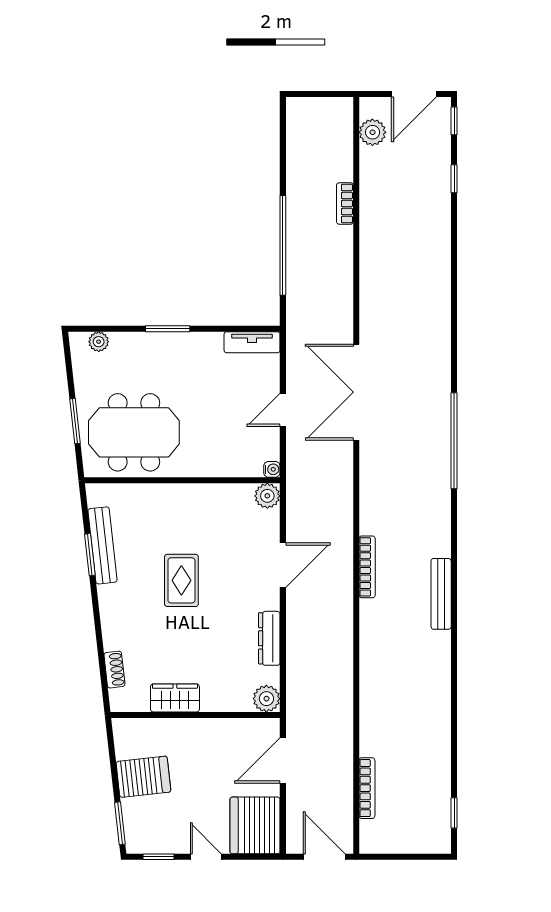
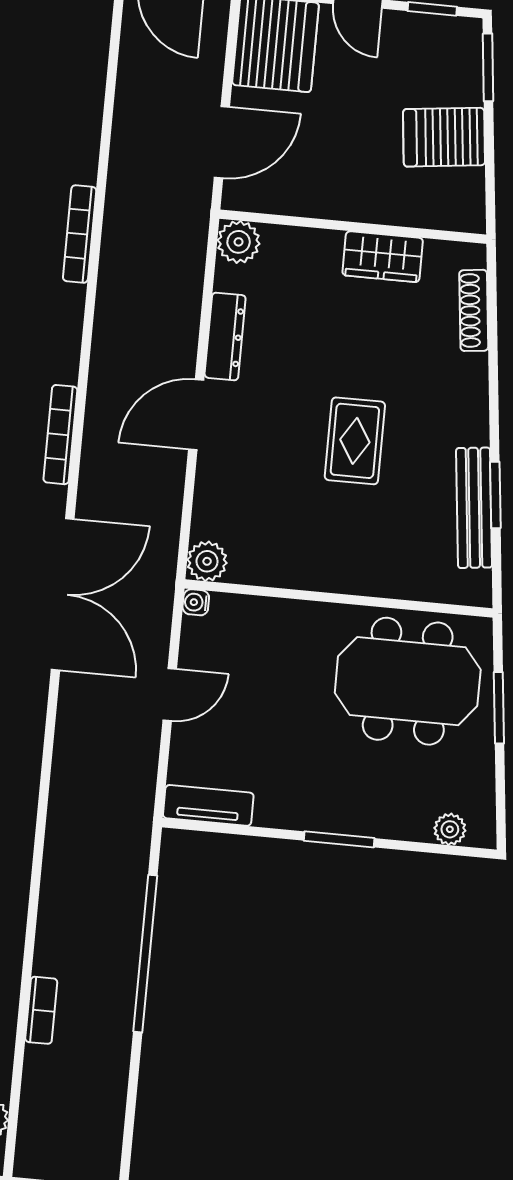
double door: (356, 392) -> (63, 594), moved
door: (283, 565) -> (196, 415), moved
shoe rack: (114, 670) -> (474, 310), width x1.43
bookcase: (367, 788) -> (80, 234), moved

